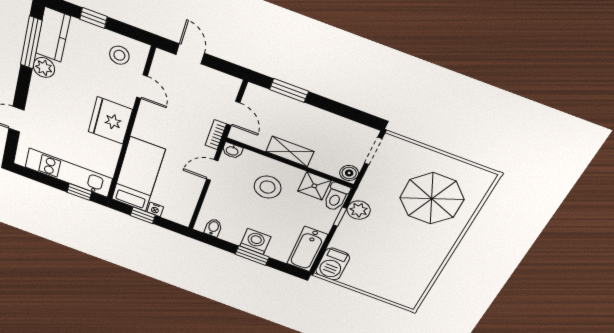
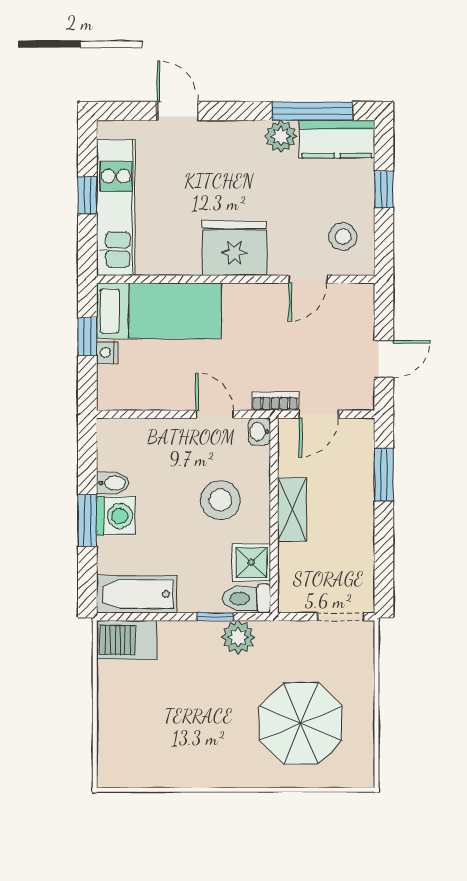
door: (190, 54) -> (384, 359), moved
boiler: (349, 173) -> (293, 600), removed
window: (79, 192) -> (87, 195), moved
bidet: (213, 228) -> (113, 483), moved

